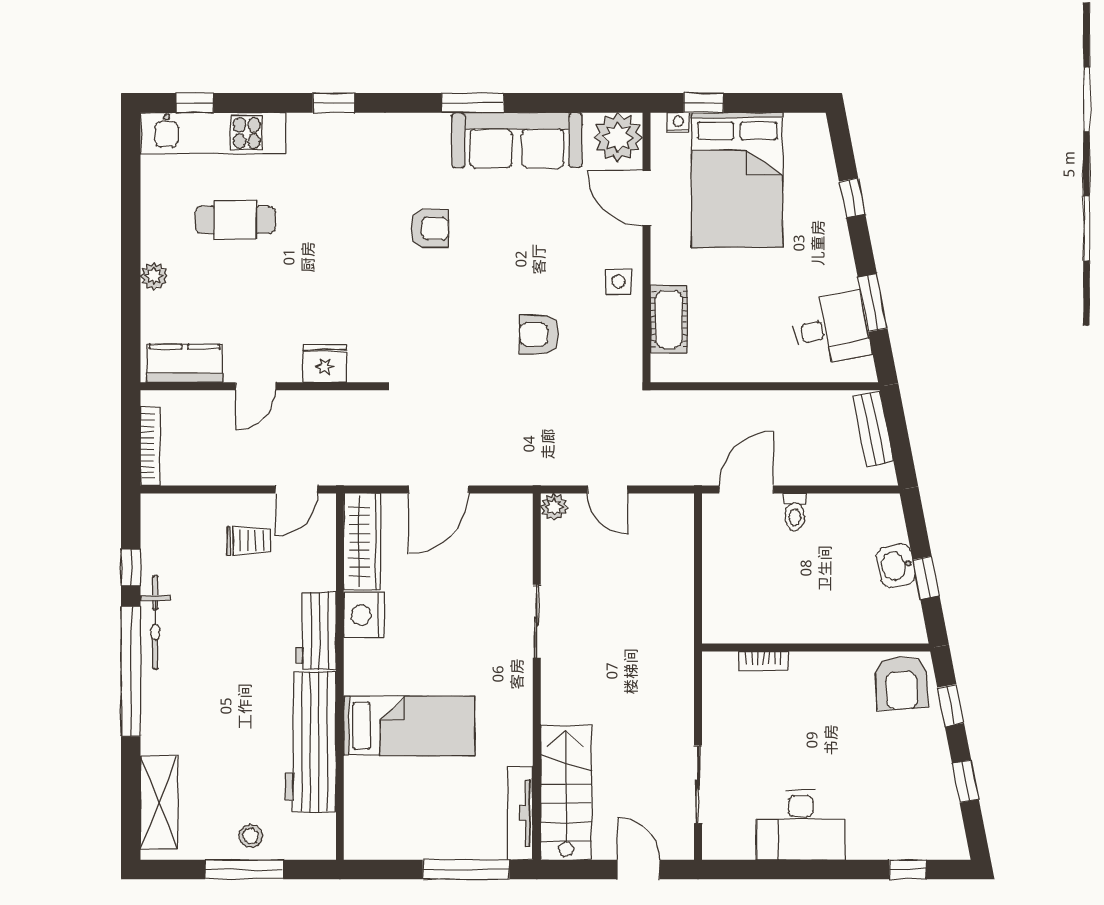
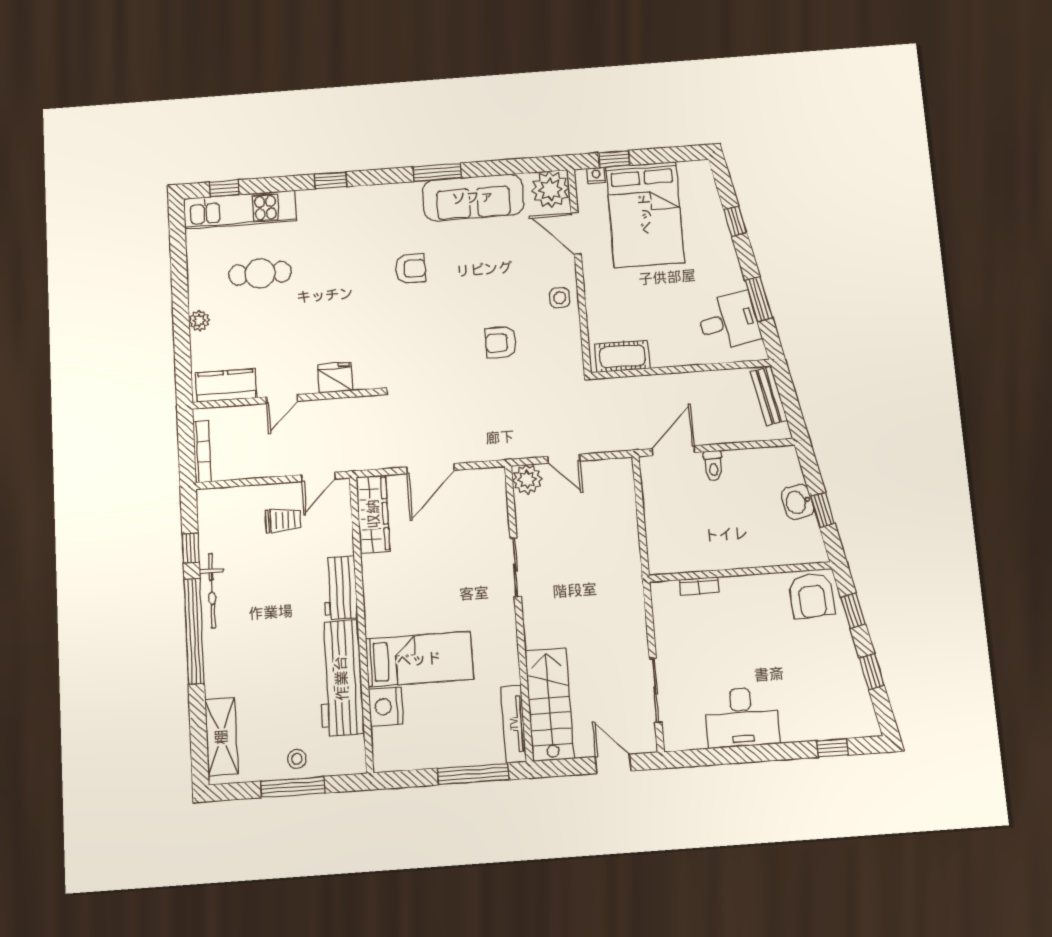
cot: (669, 319) -> (622, 356), moved, turned 90
plant: (554, 507) -> (527, 479), width x1.38, depth x1.38
nightstand: (364, 615) -> (386, 707), moved

